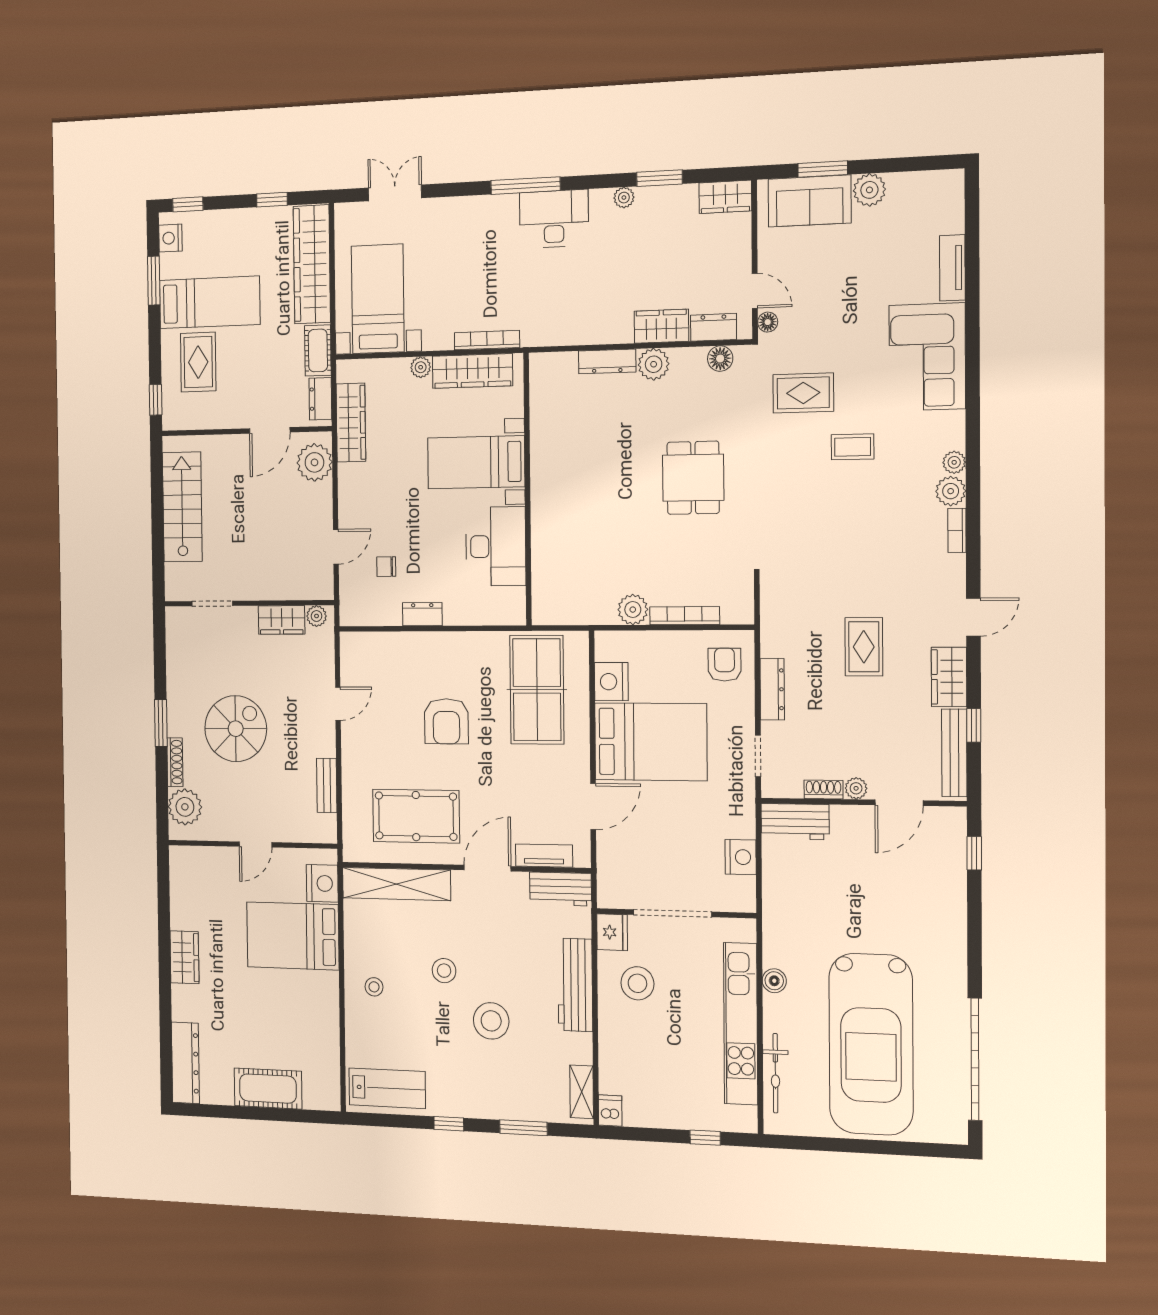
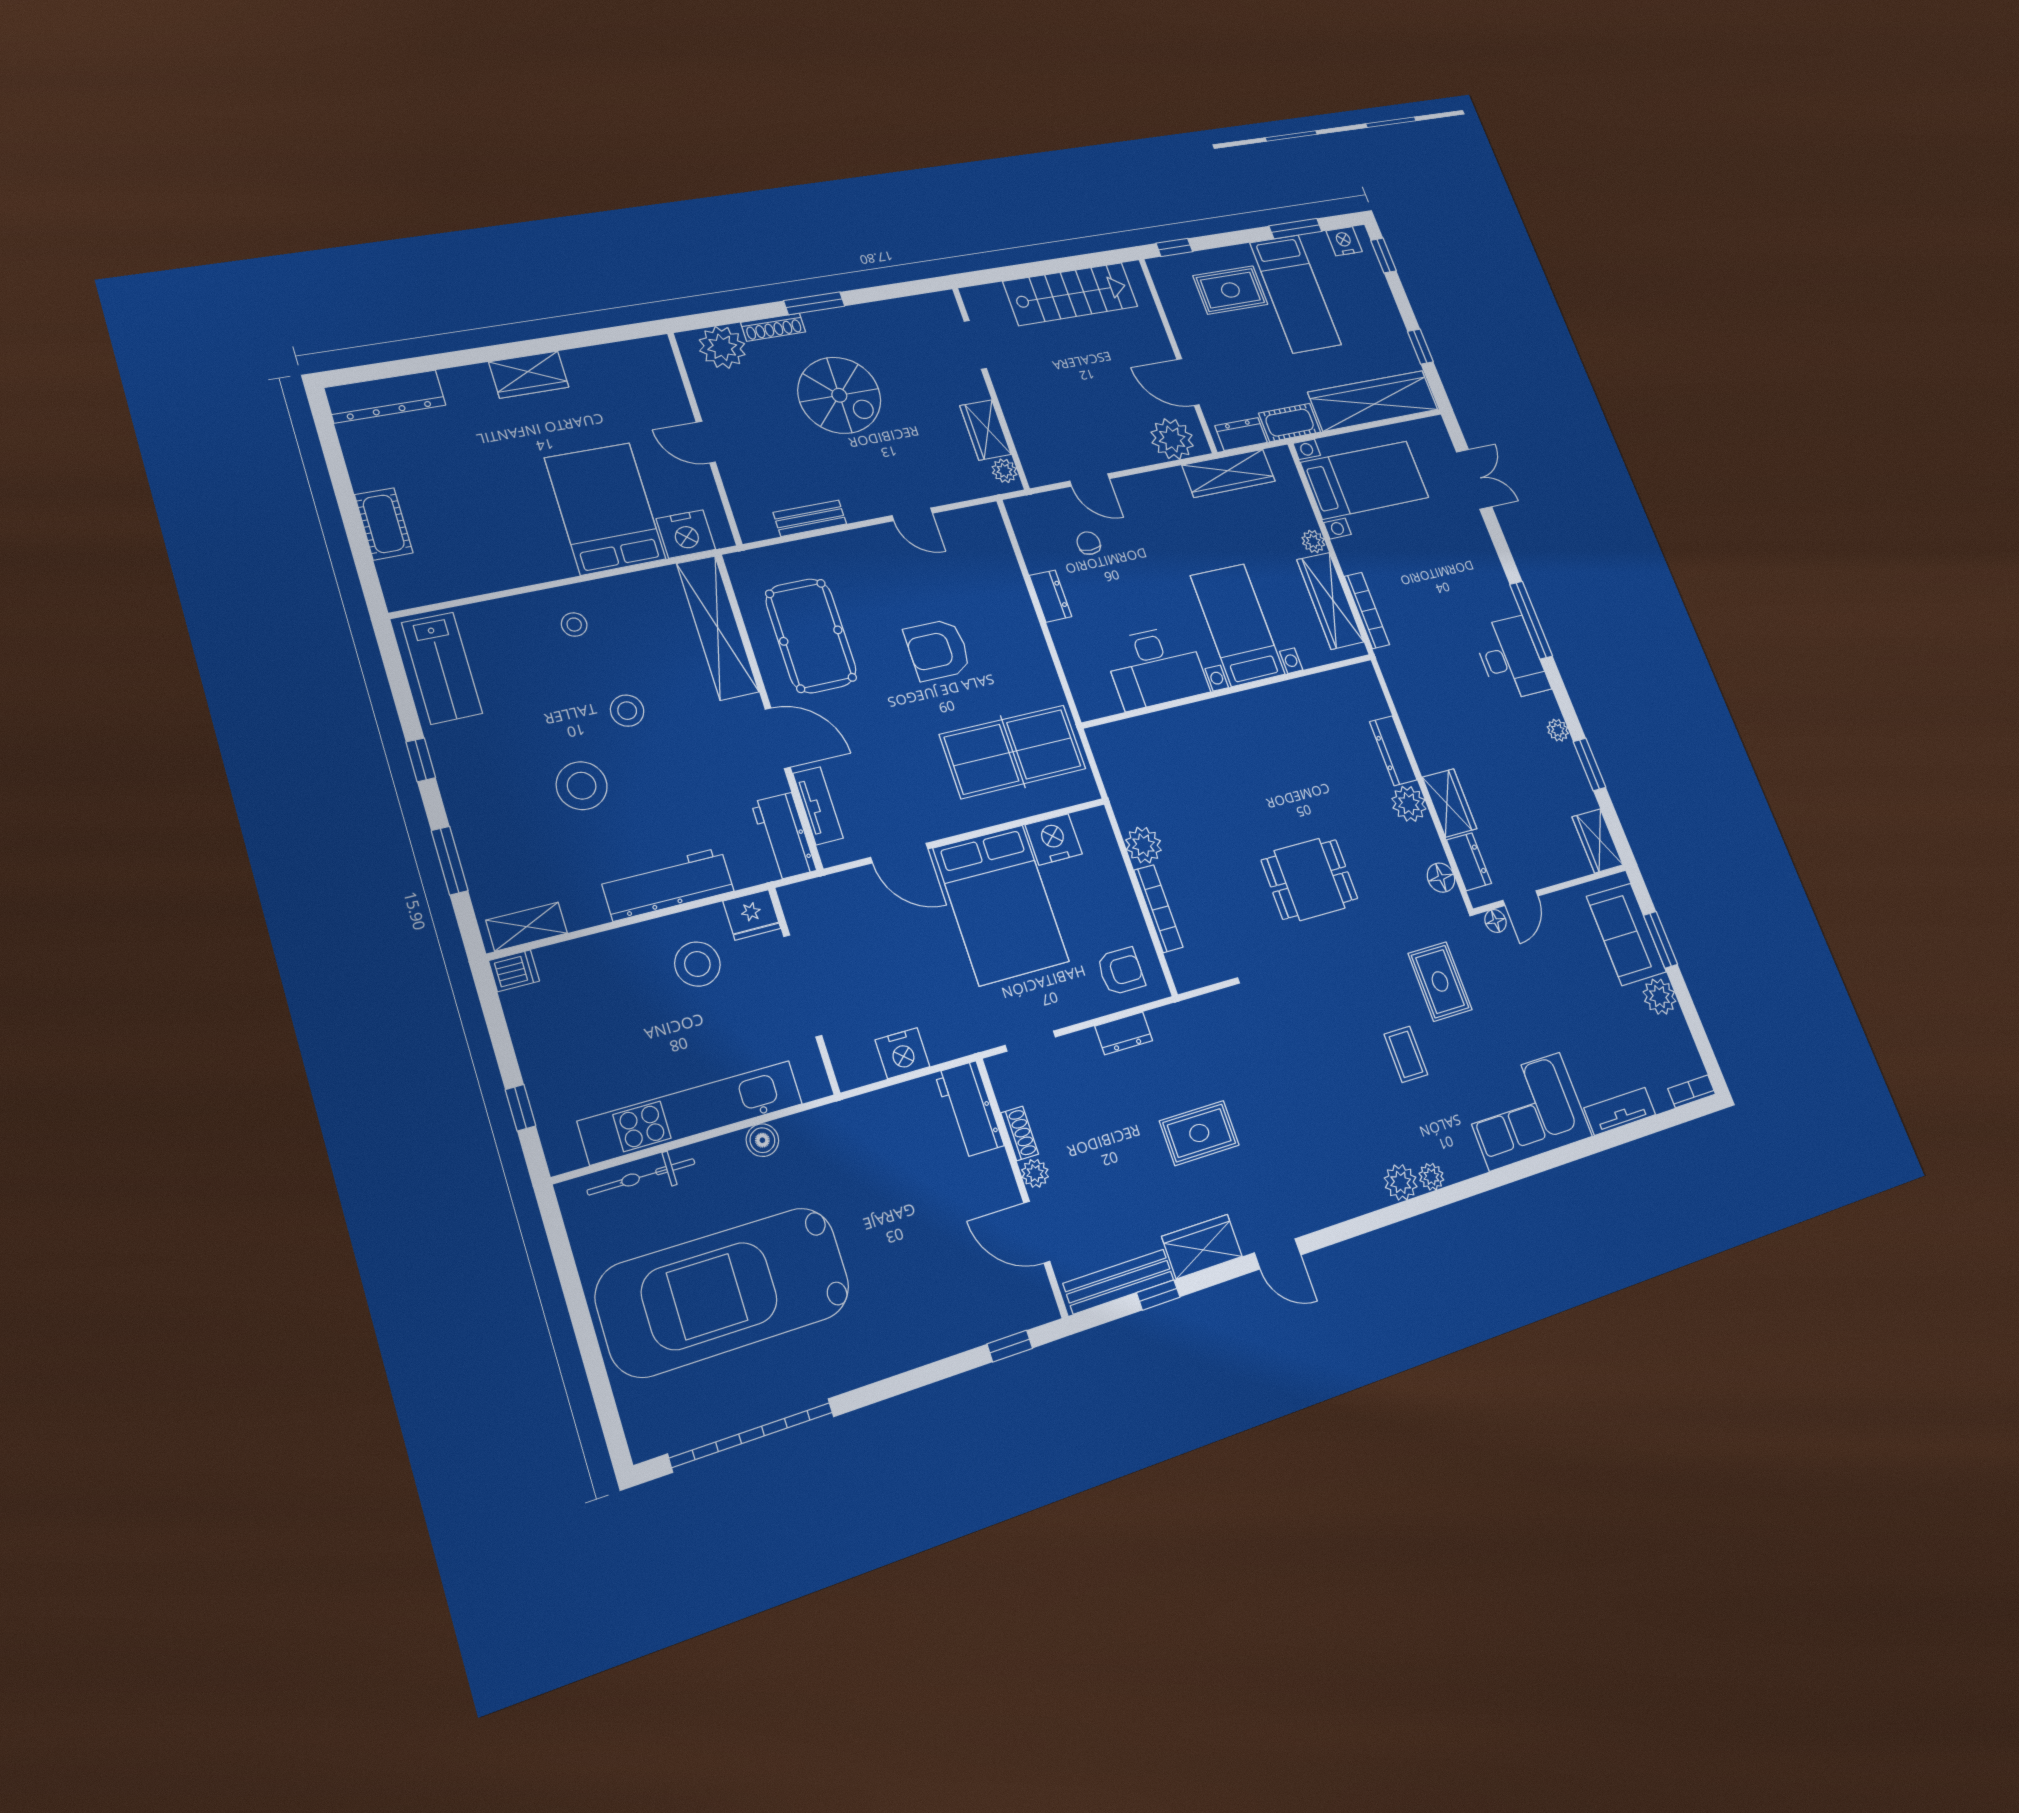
bookcase: (957, 530) -> (1692, 1091), moved
dresser: (772, 689) -> (1124, 1033), width x0.70
cot: (268, 1089) -> (384, 524), width x0.73, depth x0.75

